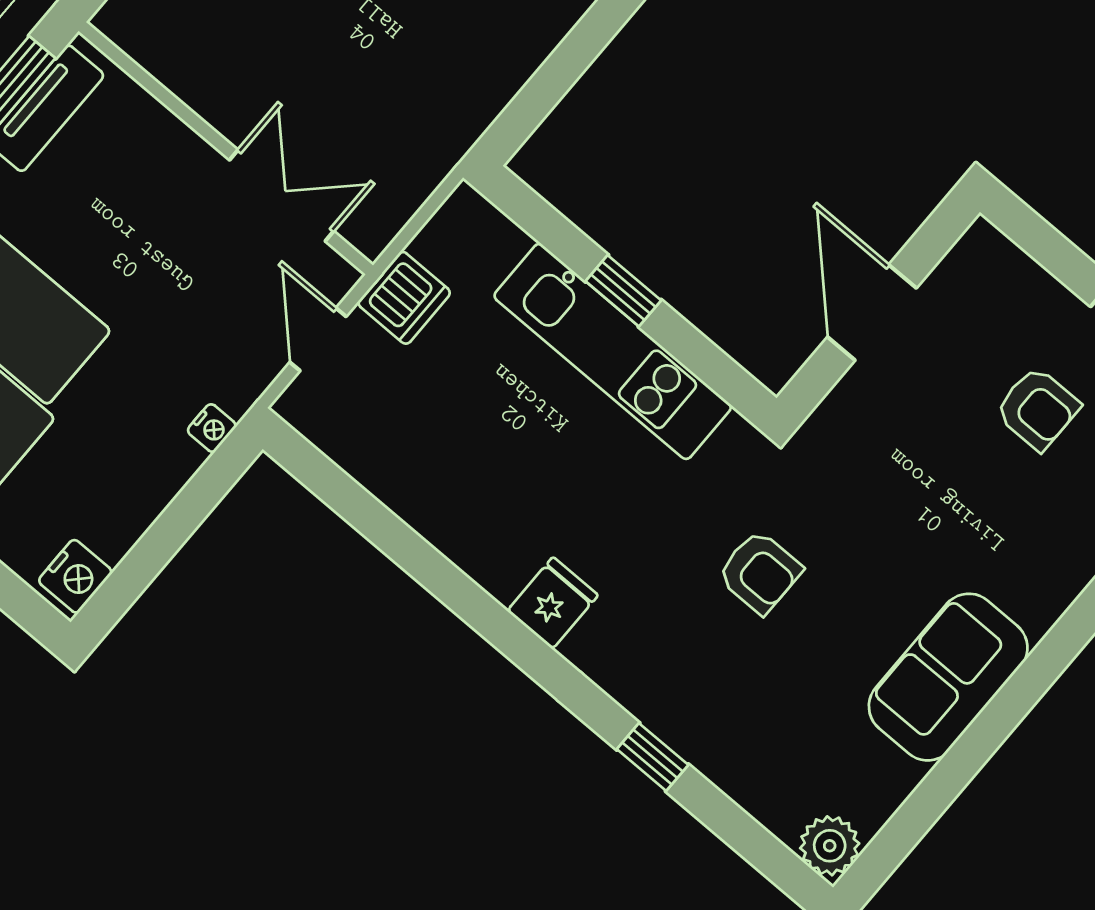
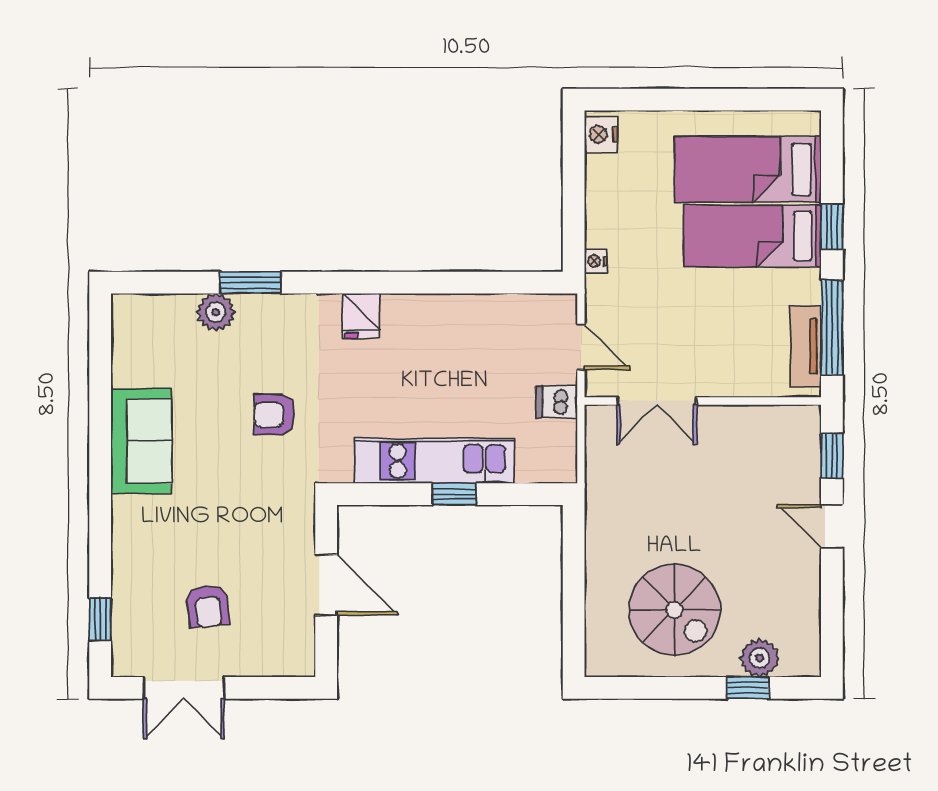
dishwasher: (404, 298) -> (557, 402), width x0.73
armchair: (1037, 409) -> (208, 606), turned -96
window: (653, 757) -> (251, 283), width x1.50
plant: (830, 846) -> (216, 312), moved

